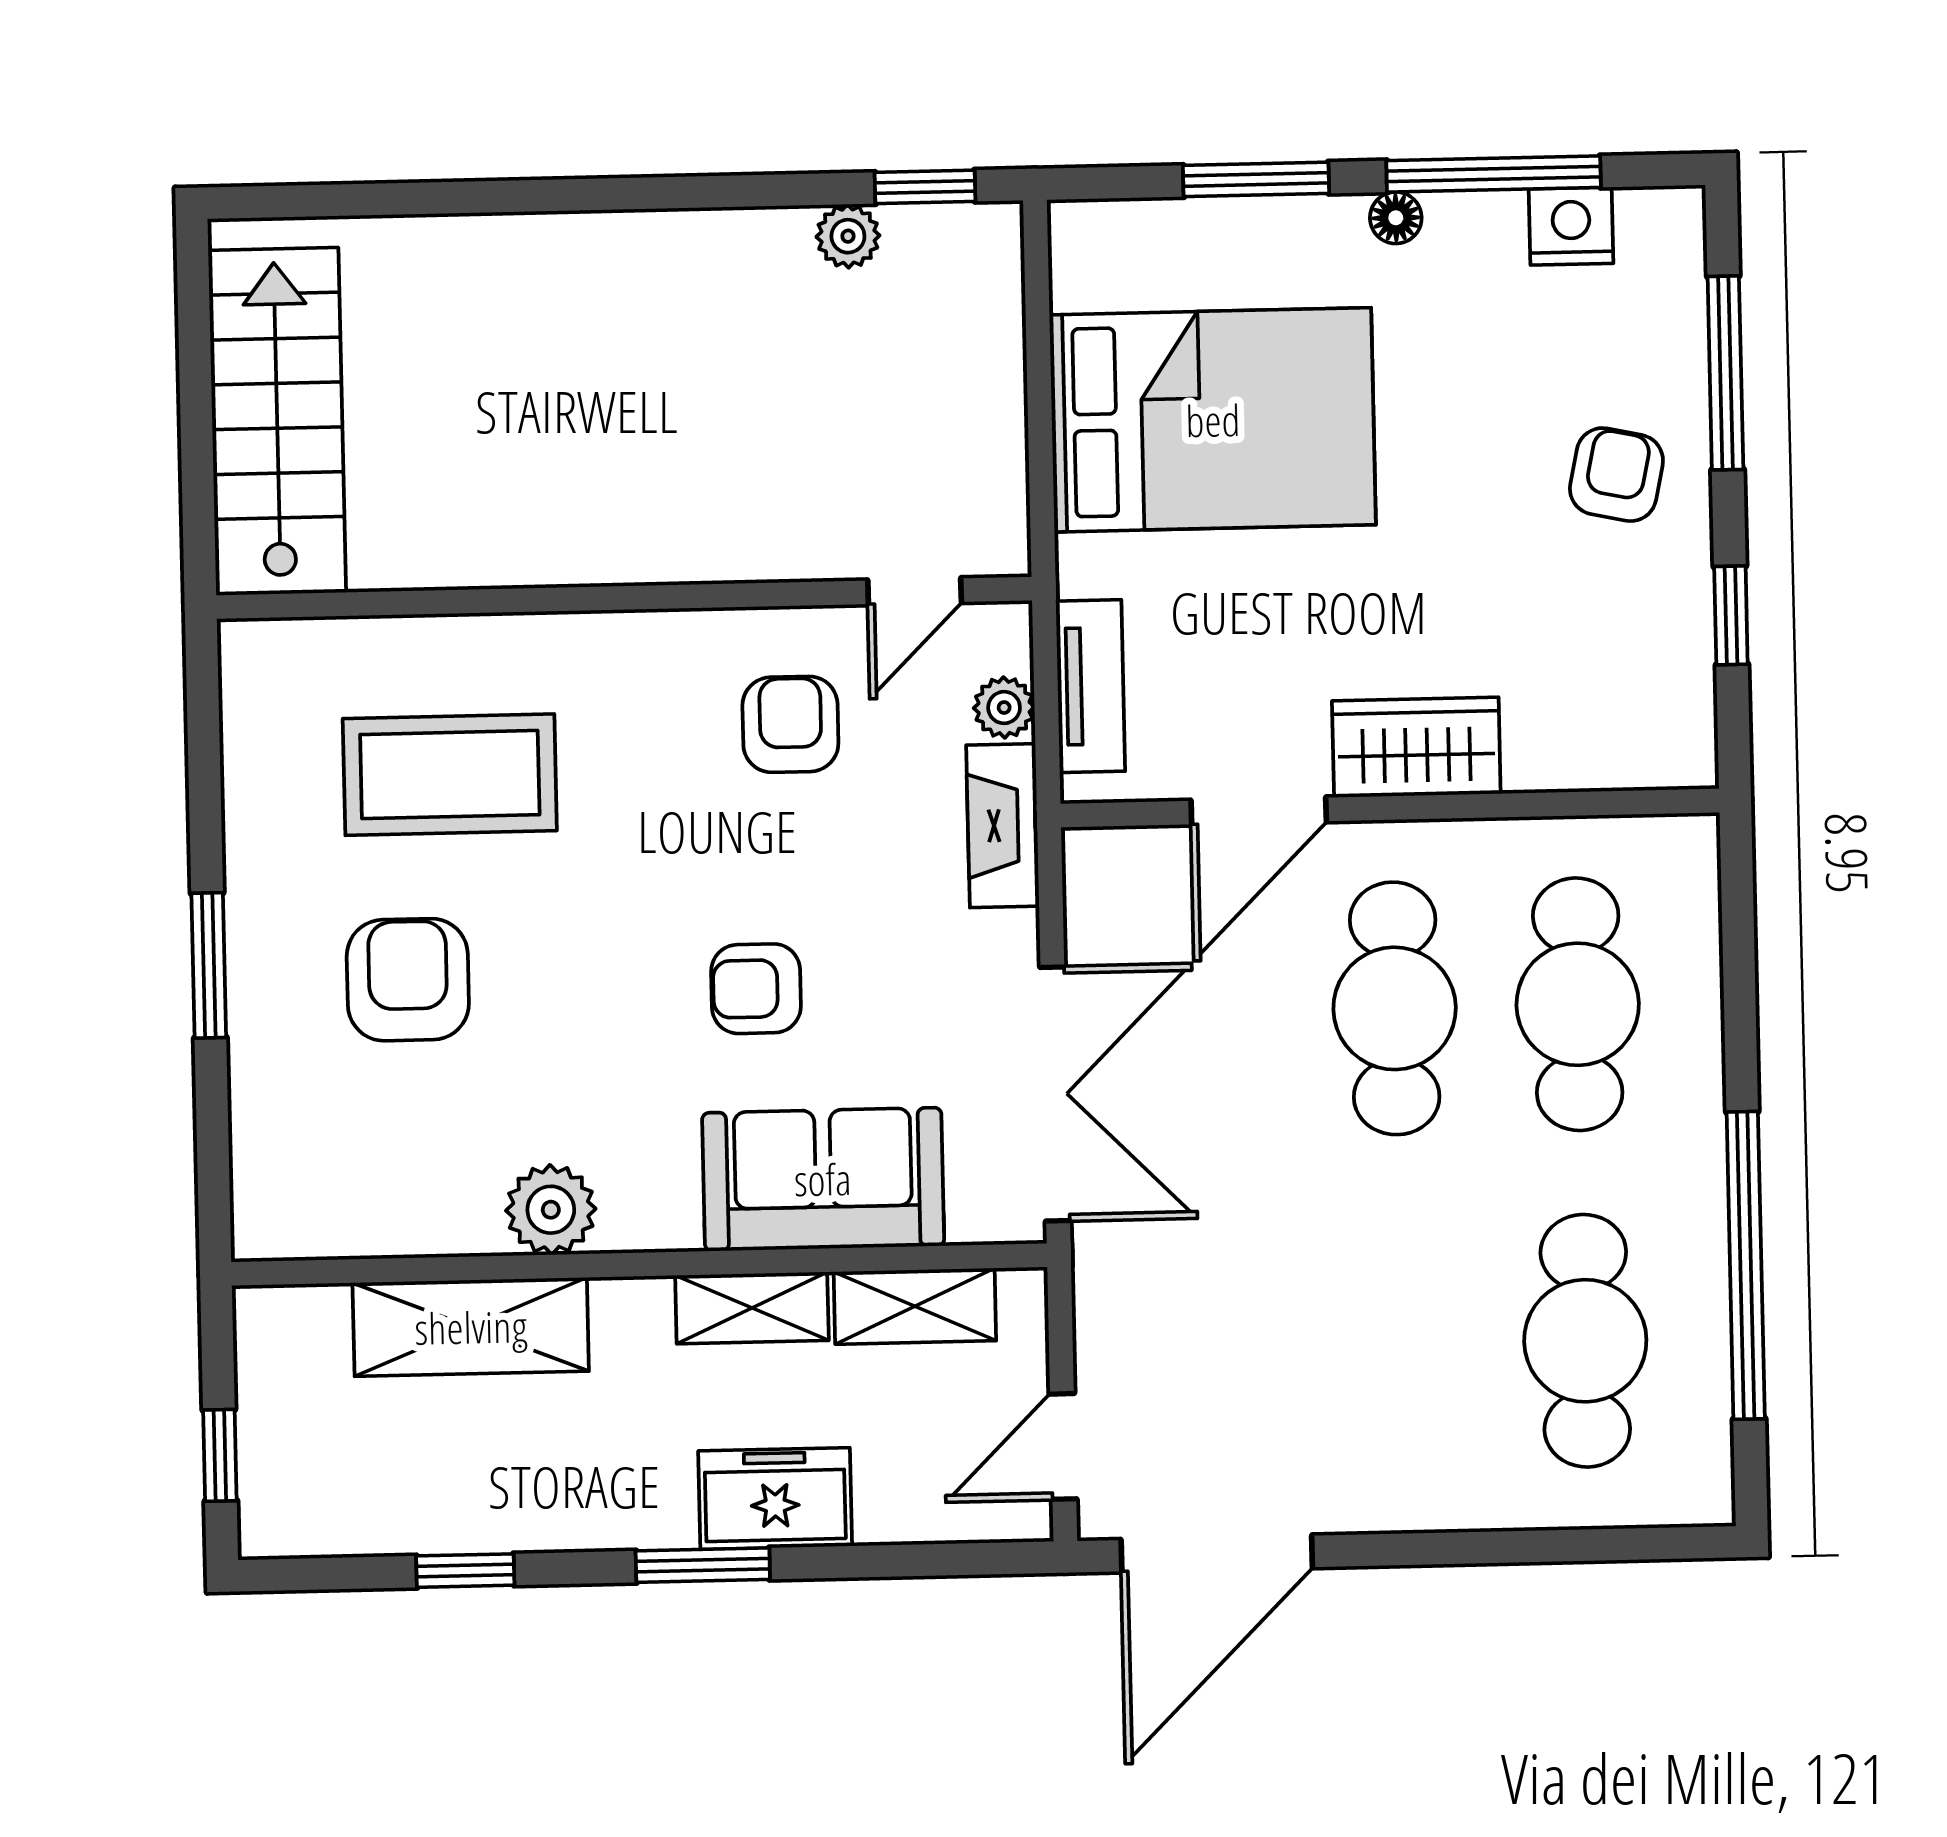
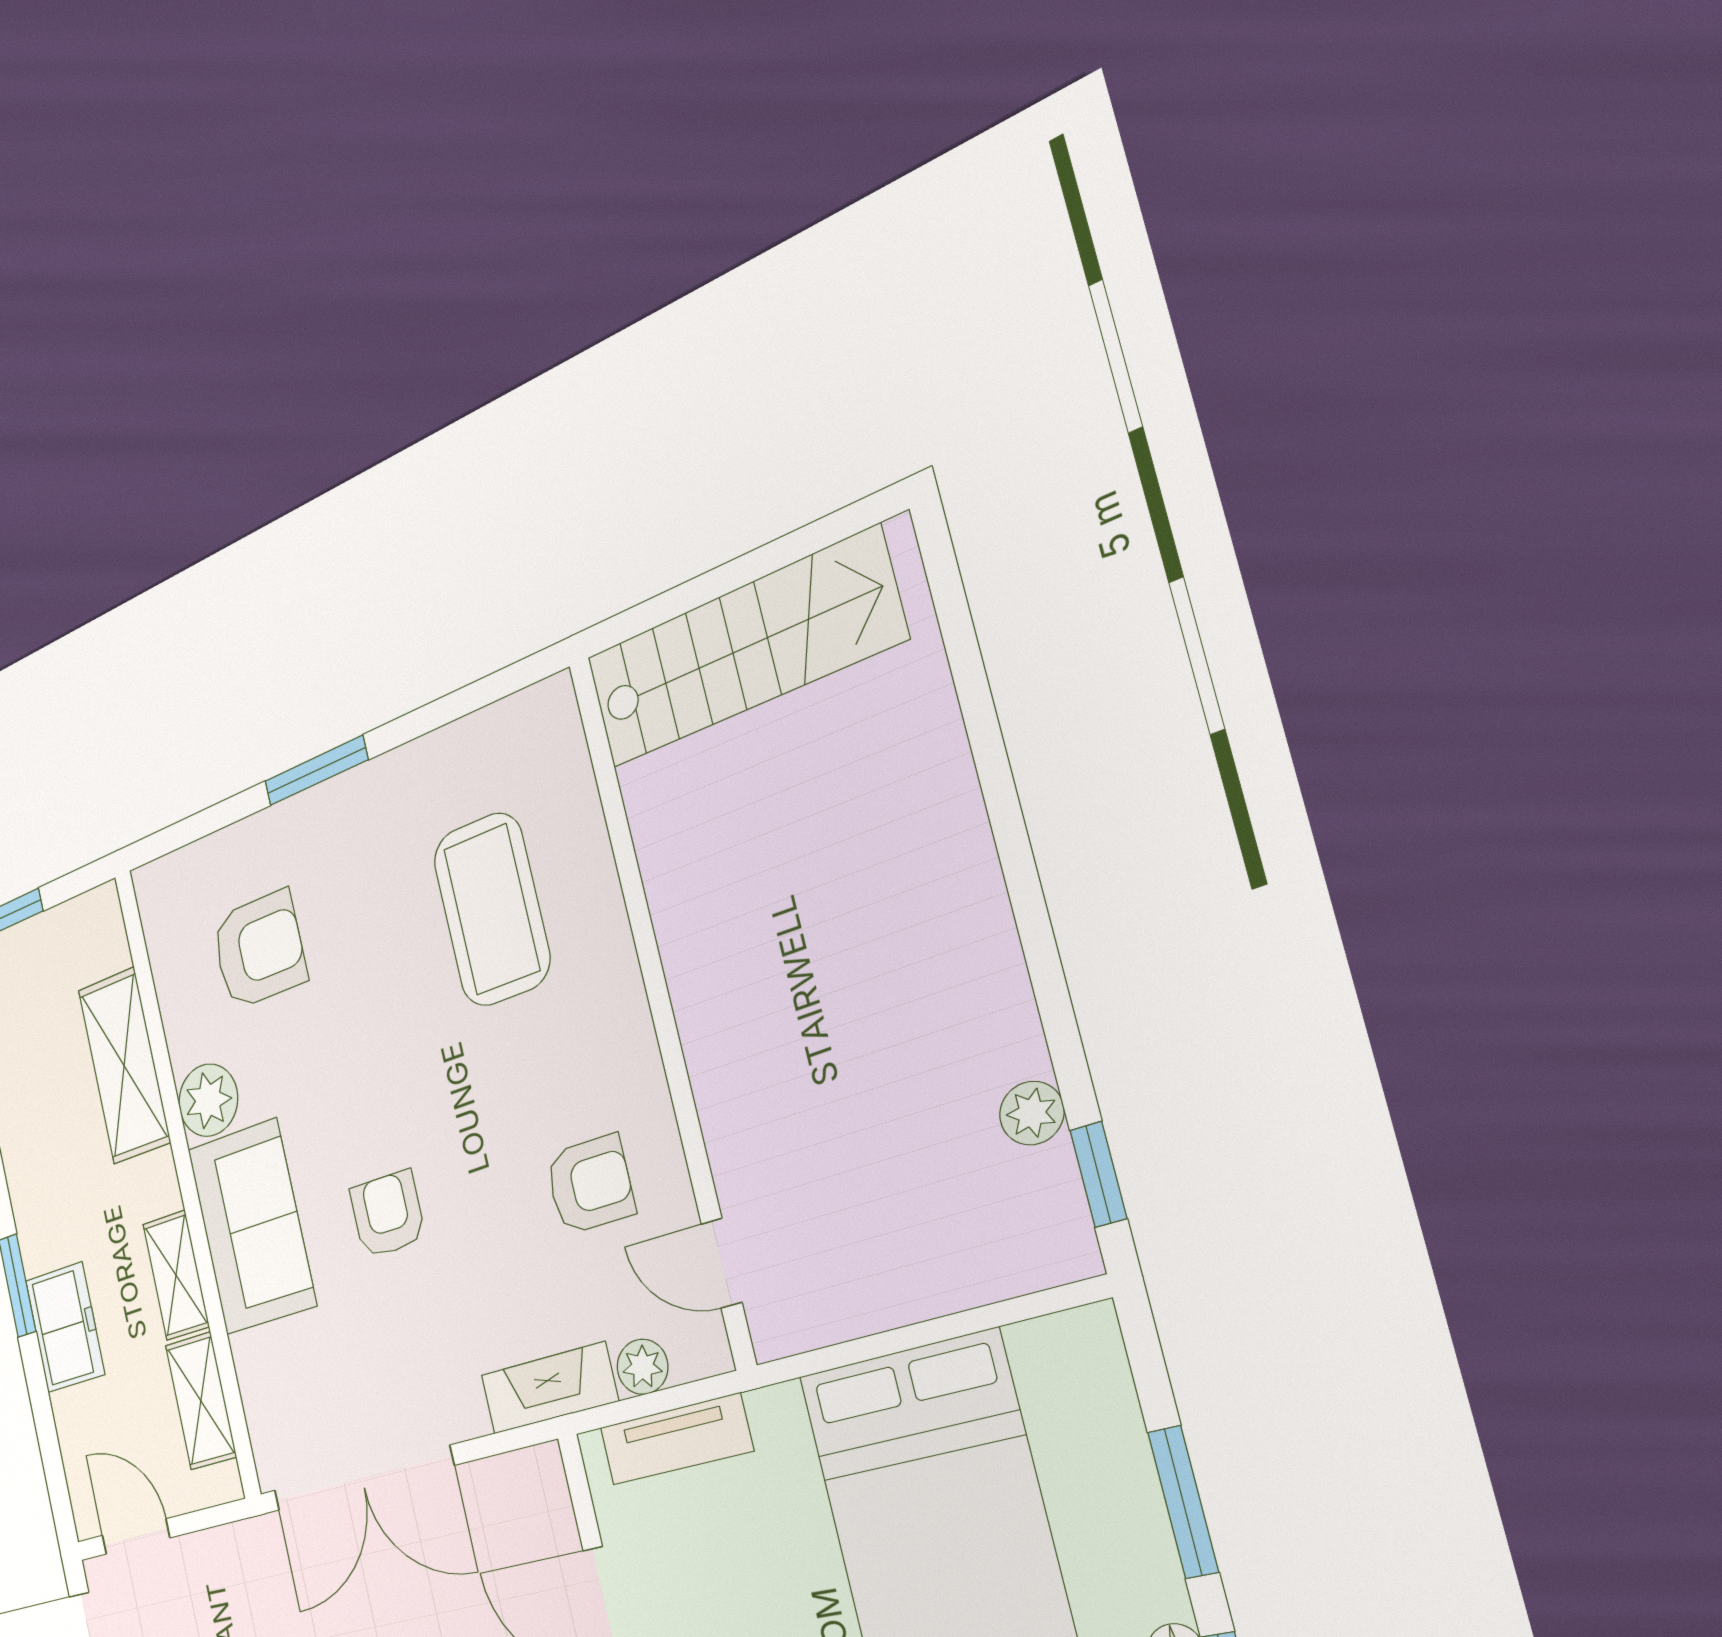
armchair: (408, 980) -> (259, 950), moved
sofa: (823, 1179) -> (252, 1227), moved

